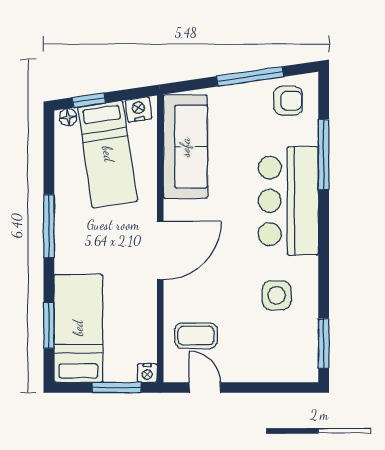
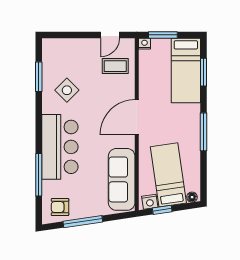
window: (89, 100) -> (162, 210), moved
side table: (277, 295) -> (67, 90), turned 45
window: (324, 343) -> (39, 77), moved
door: (205, 387) -> (110, 35), hinge flipped

